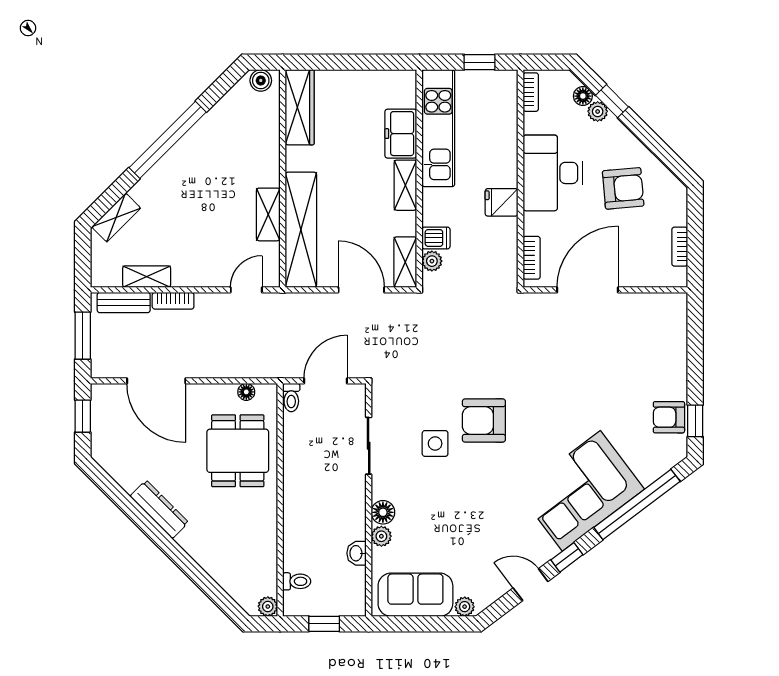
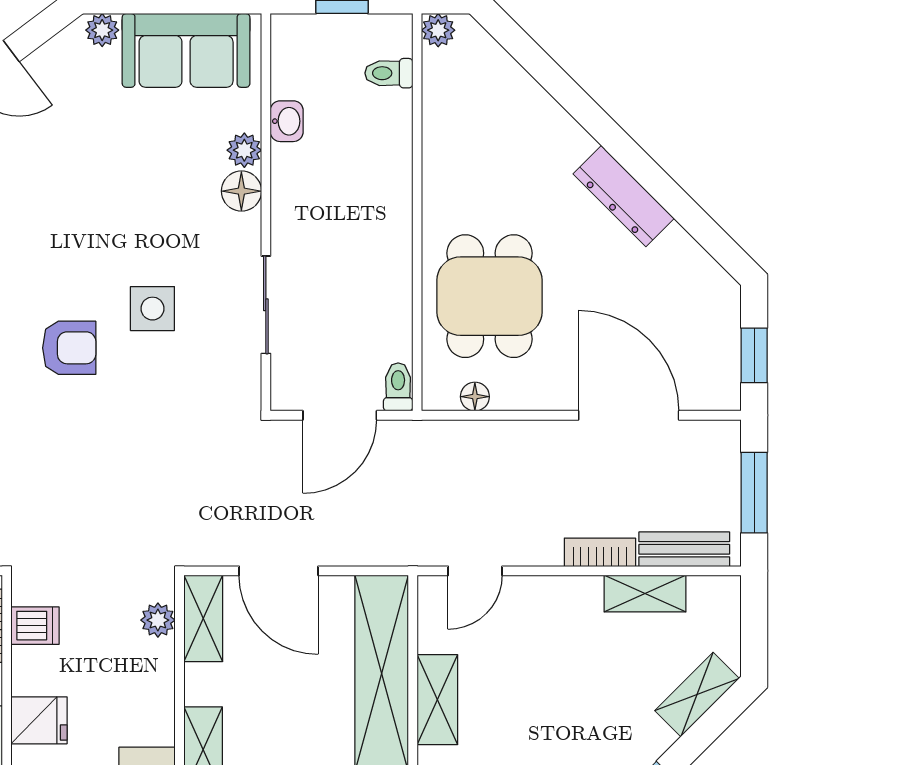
dishwasher: (436, 238) -> (35, 626), moved, turned 180
armchair: (484, 421) -> (69, 348), width x0.72, depth x0.72

